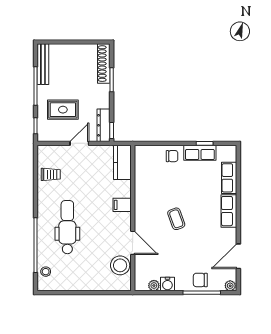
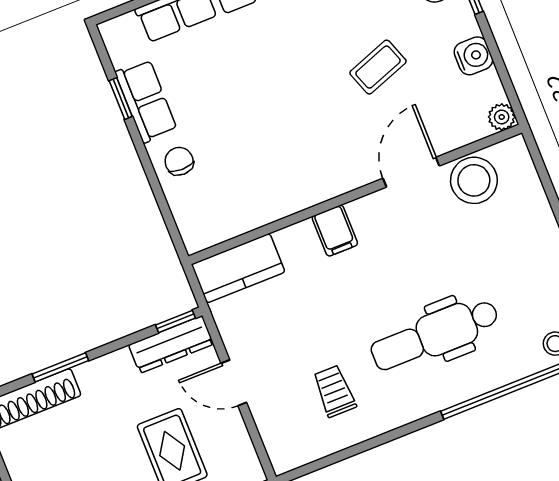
trolley: (51, 174) -> (334, 391), moved
coffee table: (176, 219) -> (378, 67), moved
plant: (154, 286) -> (502, 117), moved

